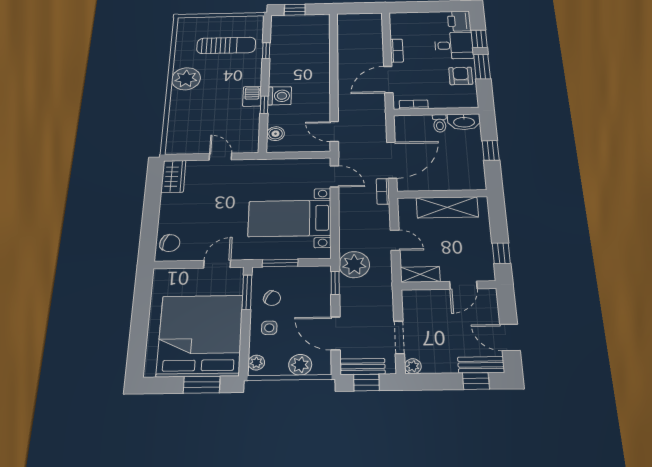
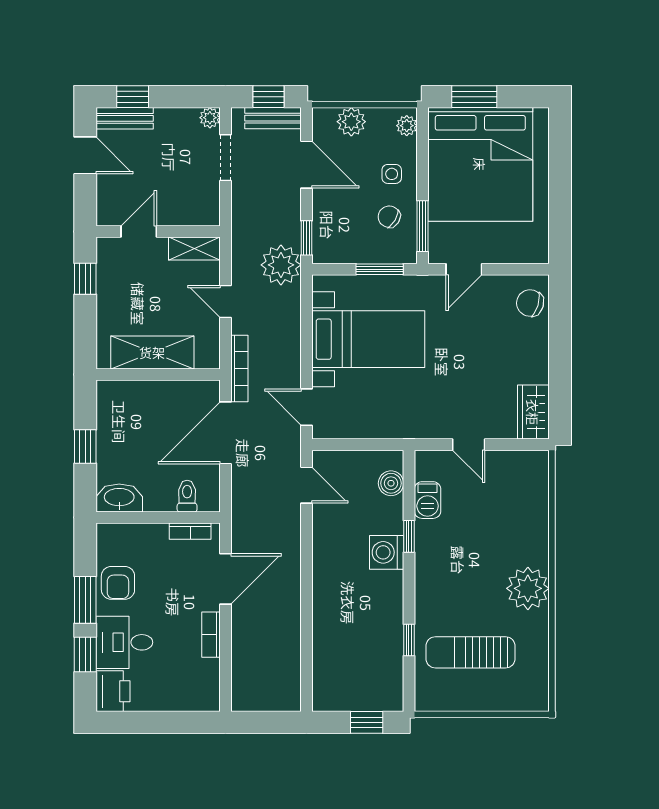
barbecue: (252, 96) -> (428, 500), moved
toilet: (440, 123) -> (187, 496), moved
bookcase: (383, 191) -> (239, 368), width x1.56

